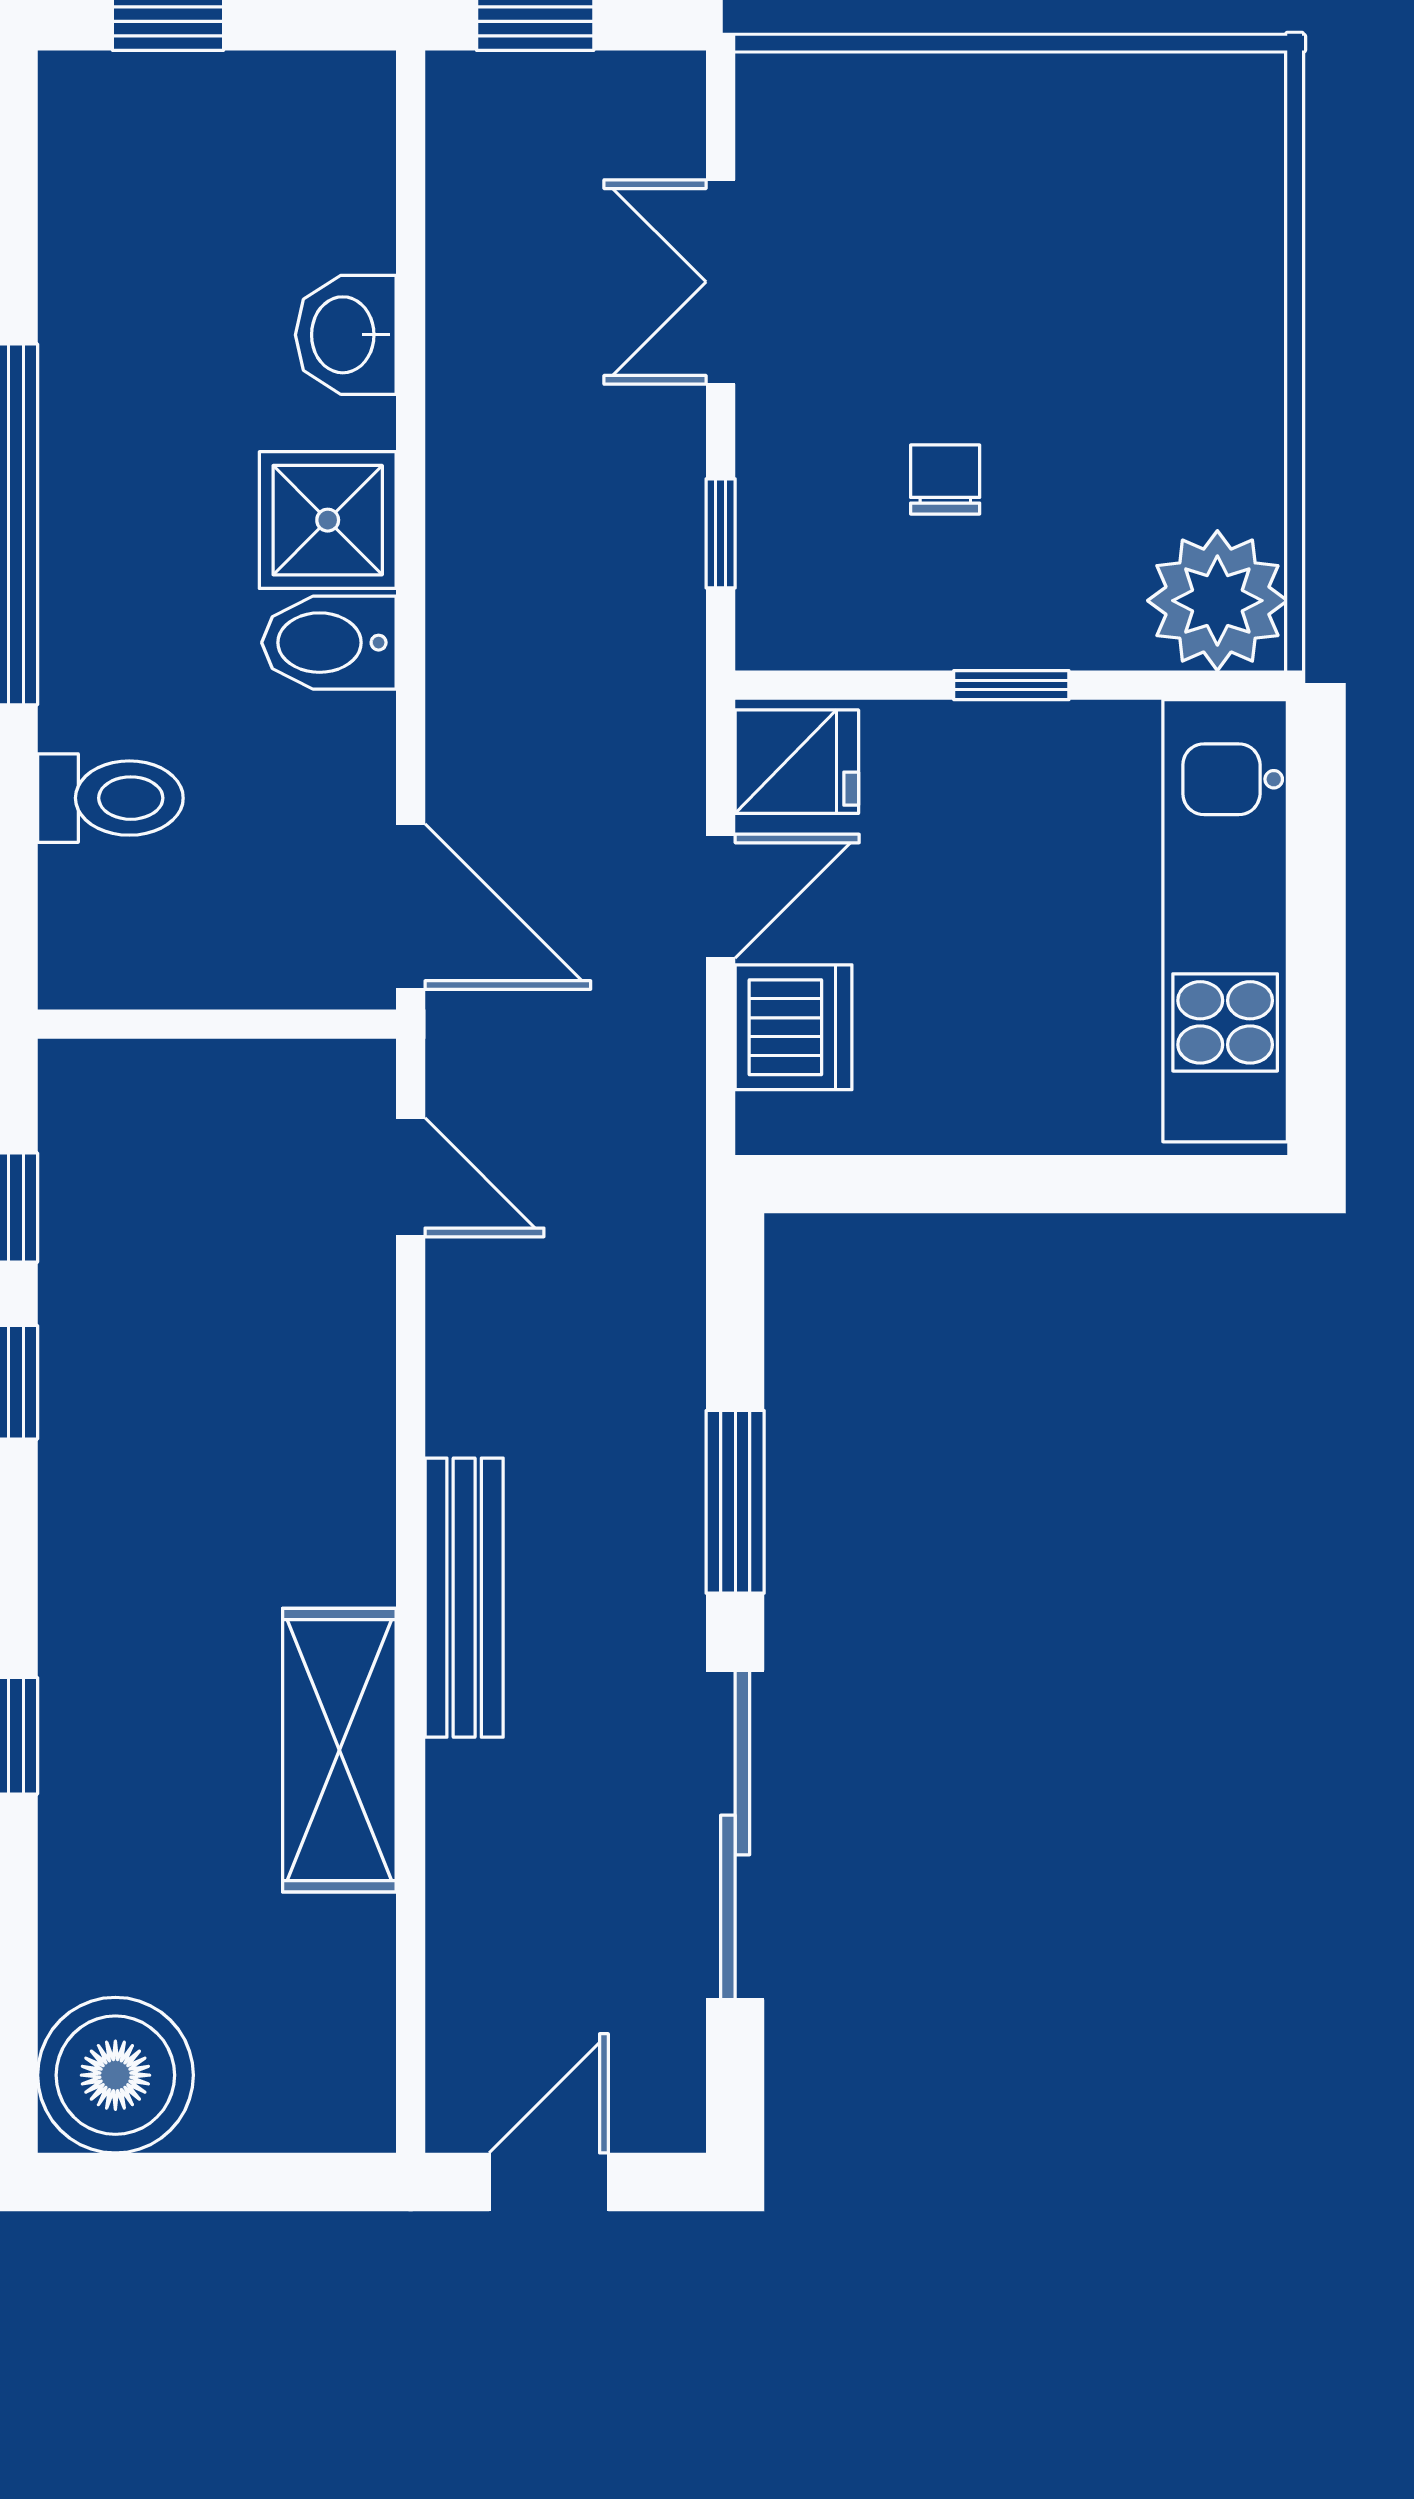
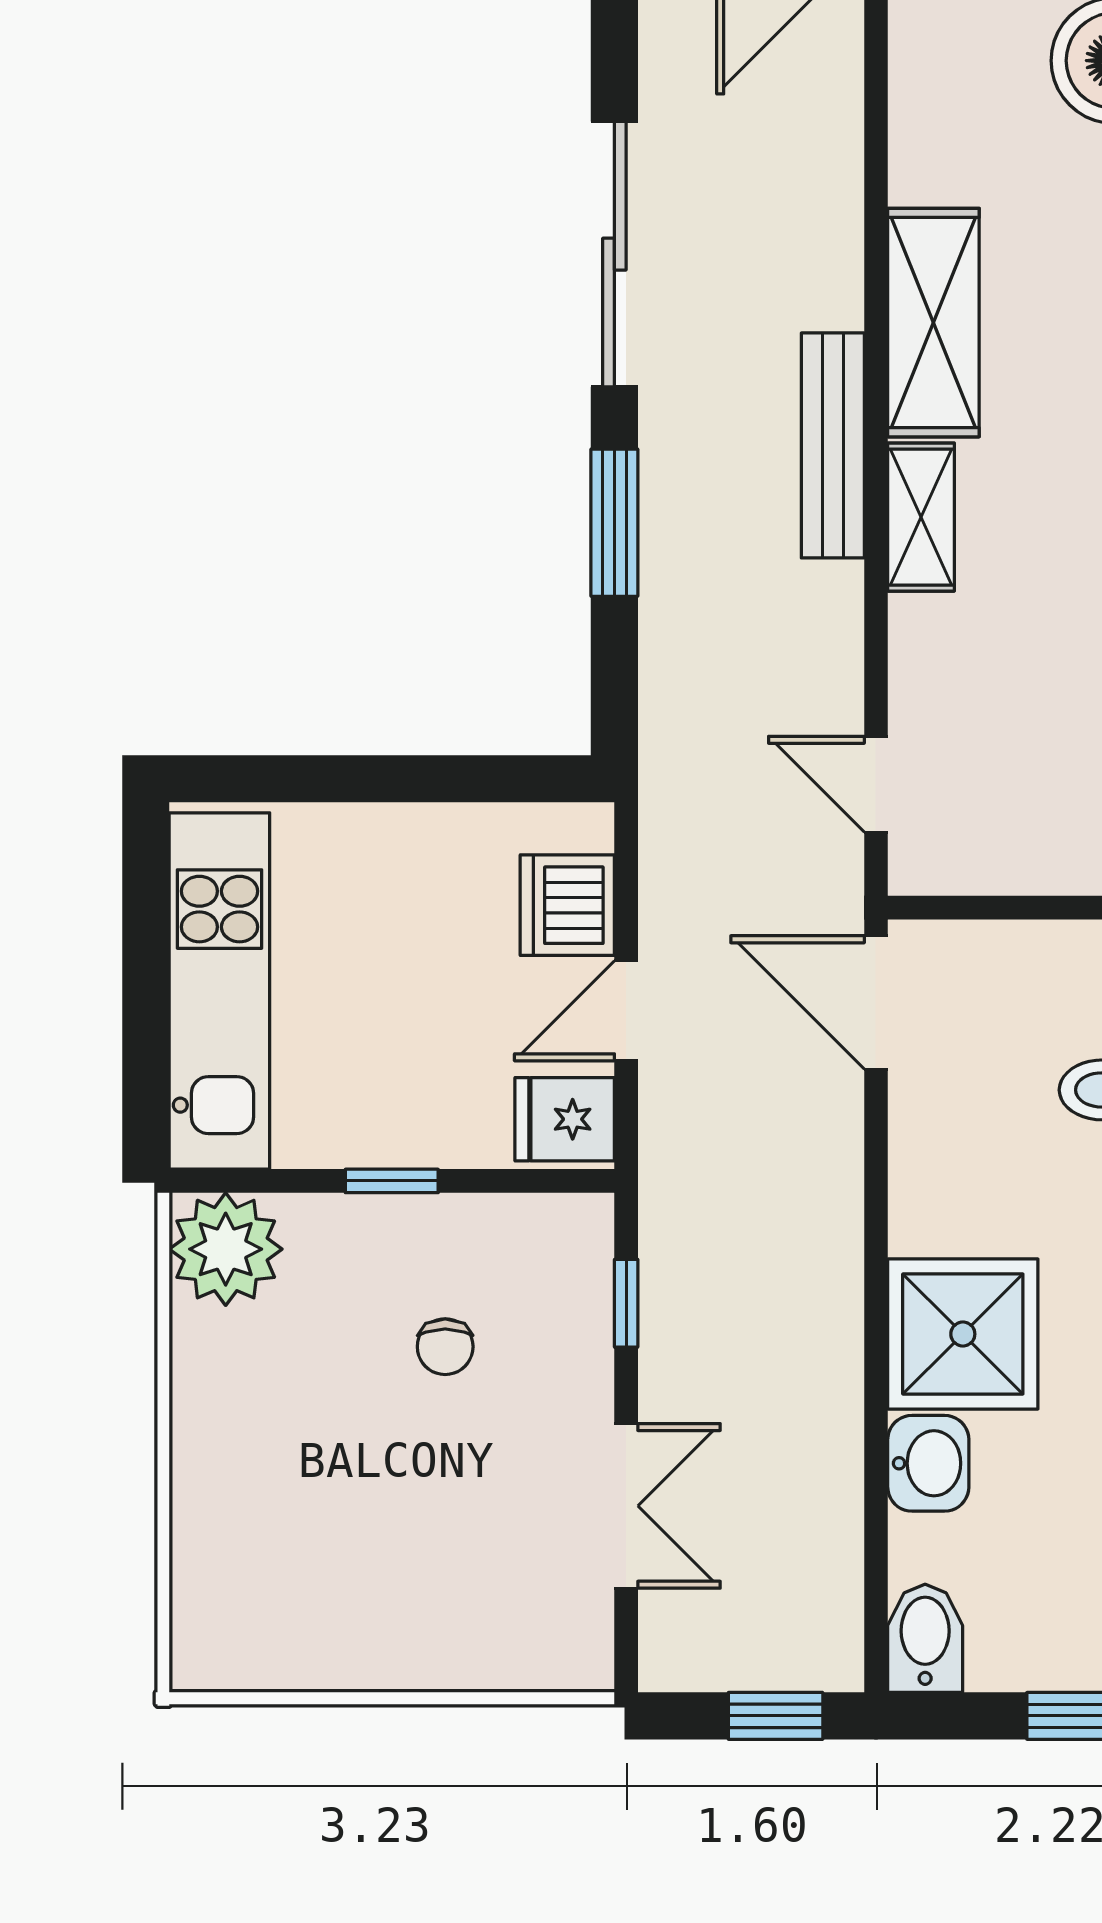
shower: (328, 520) -> (963, 1334), width x1.36, depth x1.36
bidet: (329, 643) -> (925, 1638), moved, turned -90
shelving: (355, 1509) -> (921, 517), added

